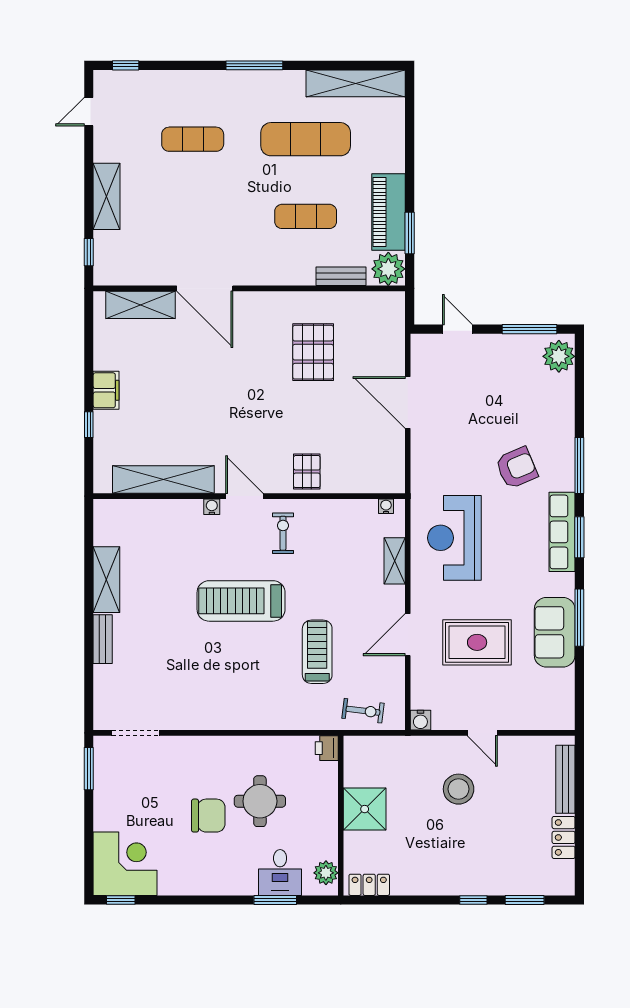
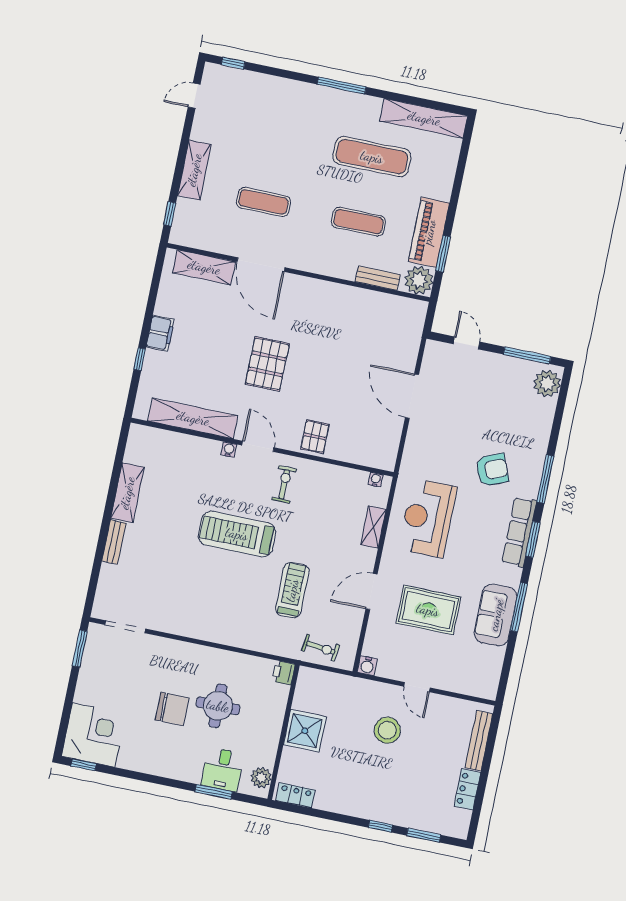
exercise mat: (193, 139) -> (263, 202), moved
pallet: (313, 352) -> (267, 364), moved

